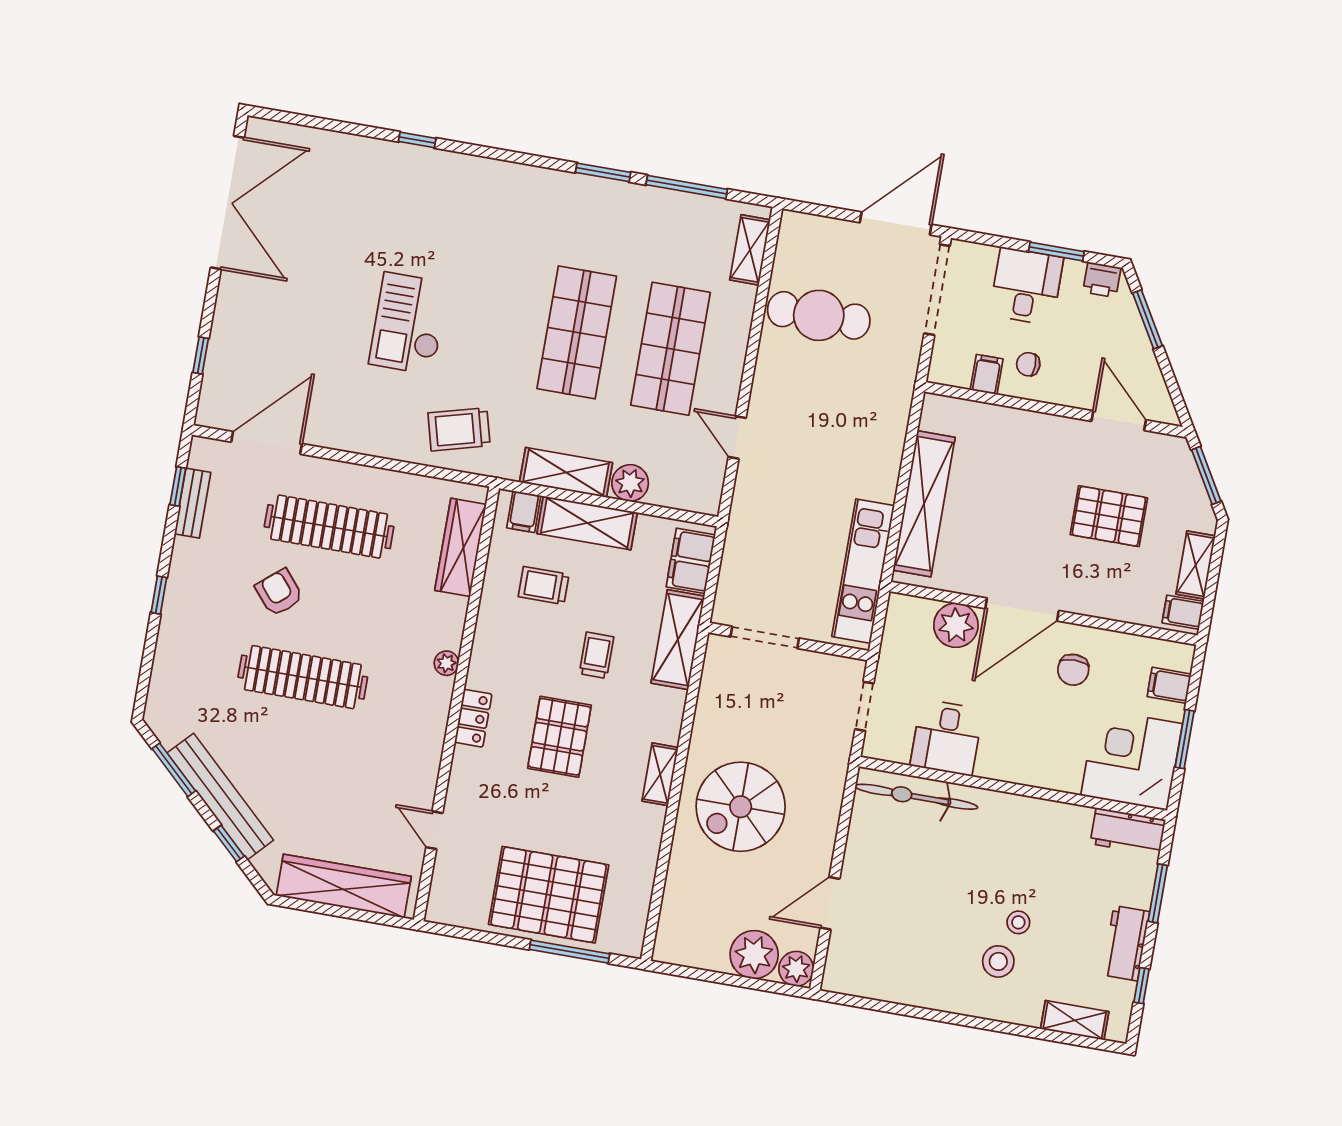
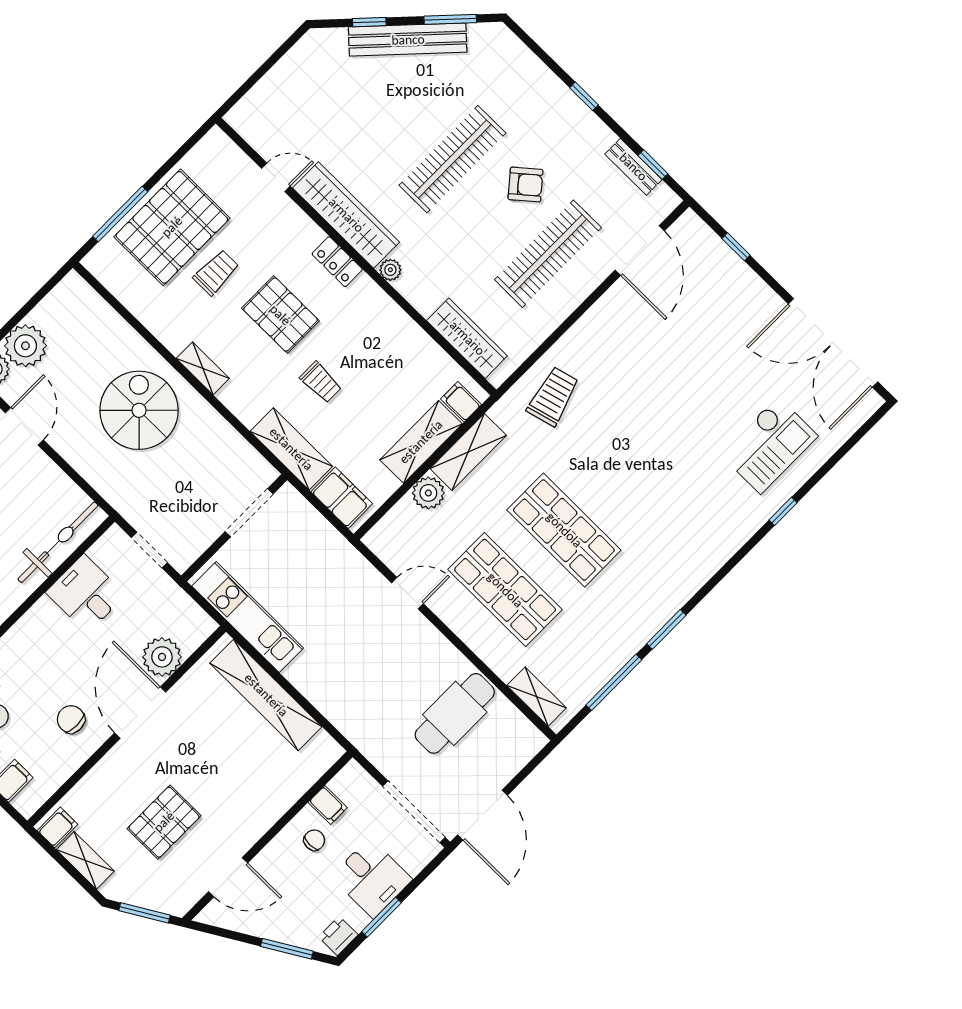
checkout: (409, 323) -> (769, 445), moved, turned 90
trolley: (544, 586) -> (216, 272), moved
wardrobe: (344, 886) -> (346, 215), moved, turned -90

